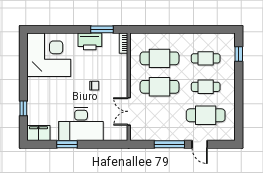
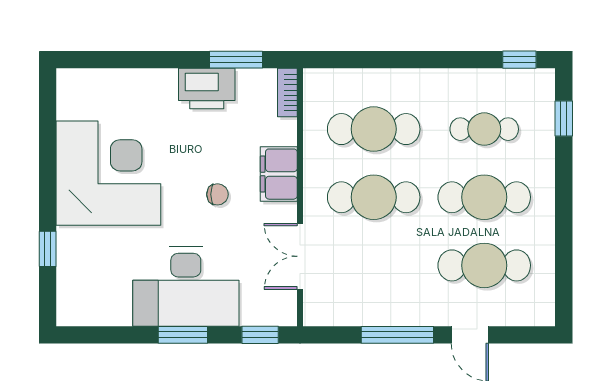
window: (220, 29) -> (519, 60), added
corner desk: (49, 55) -> (108, 173), moved
cafe table: (206, 87) -> (484, 197), width x1.37, depth x1.35
filing cabinet: (38, 133) -> (279, 174), moved, turned -90
window: (67, 144) -> (183, 335), moved
window: (112, 144) -> (260, 335), added

